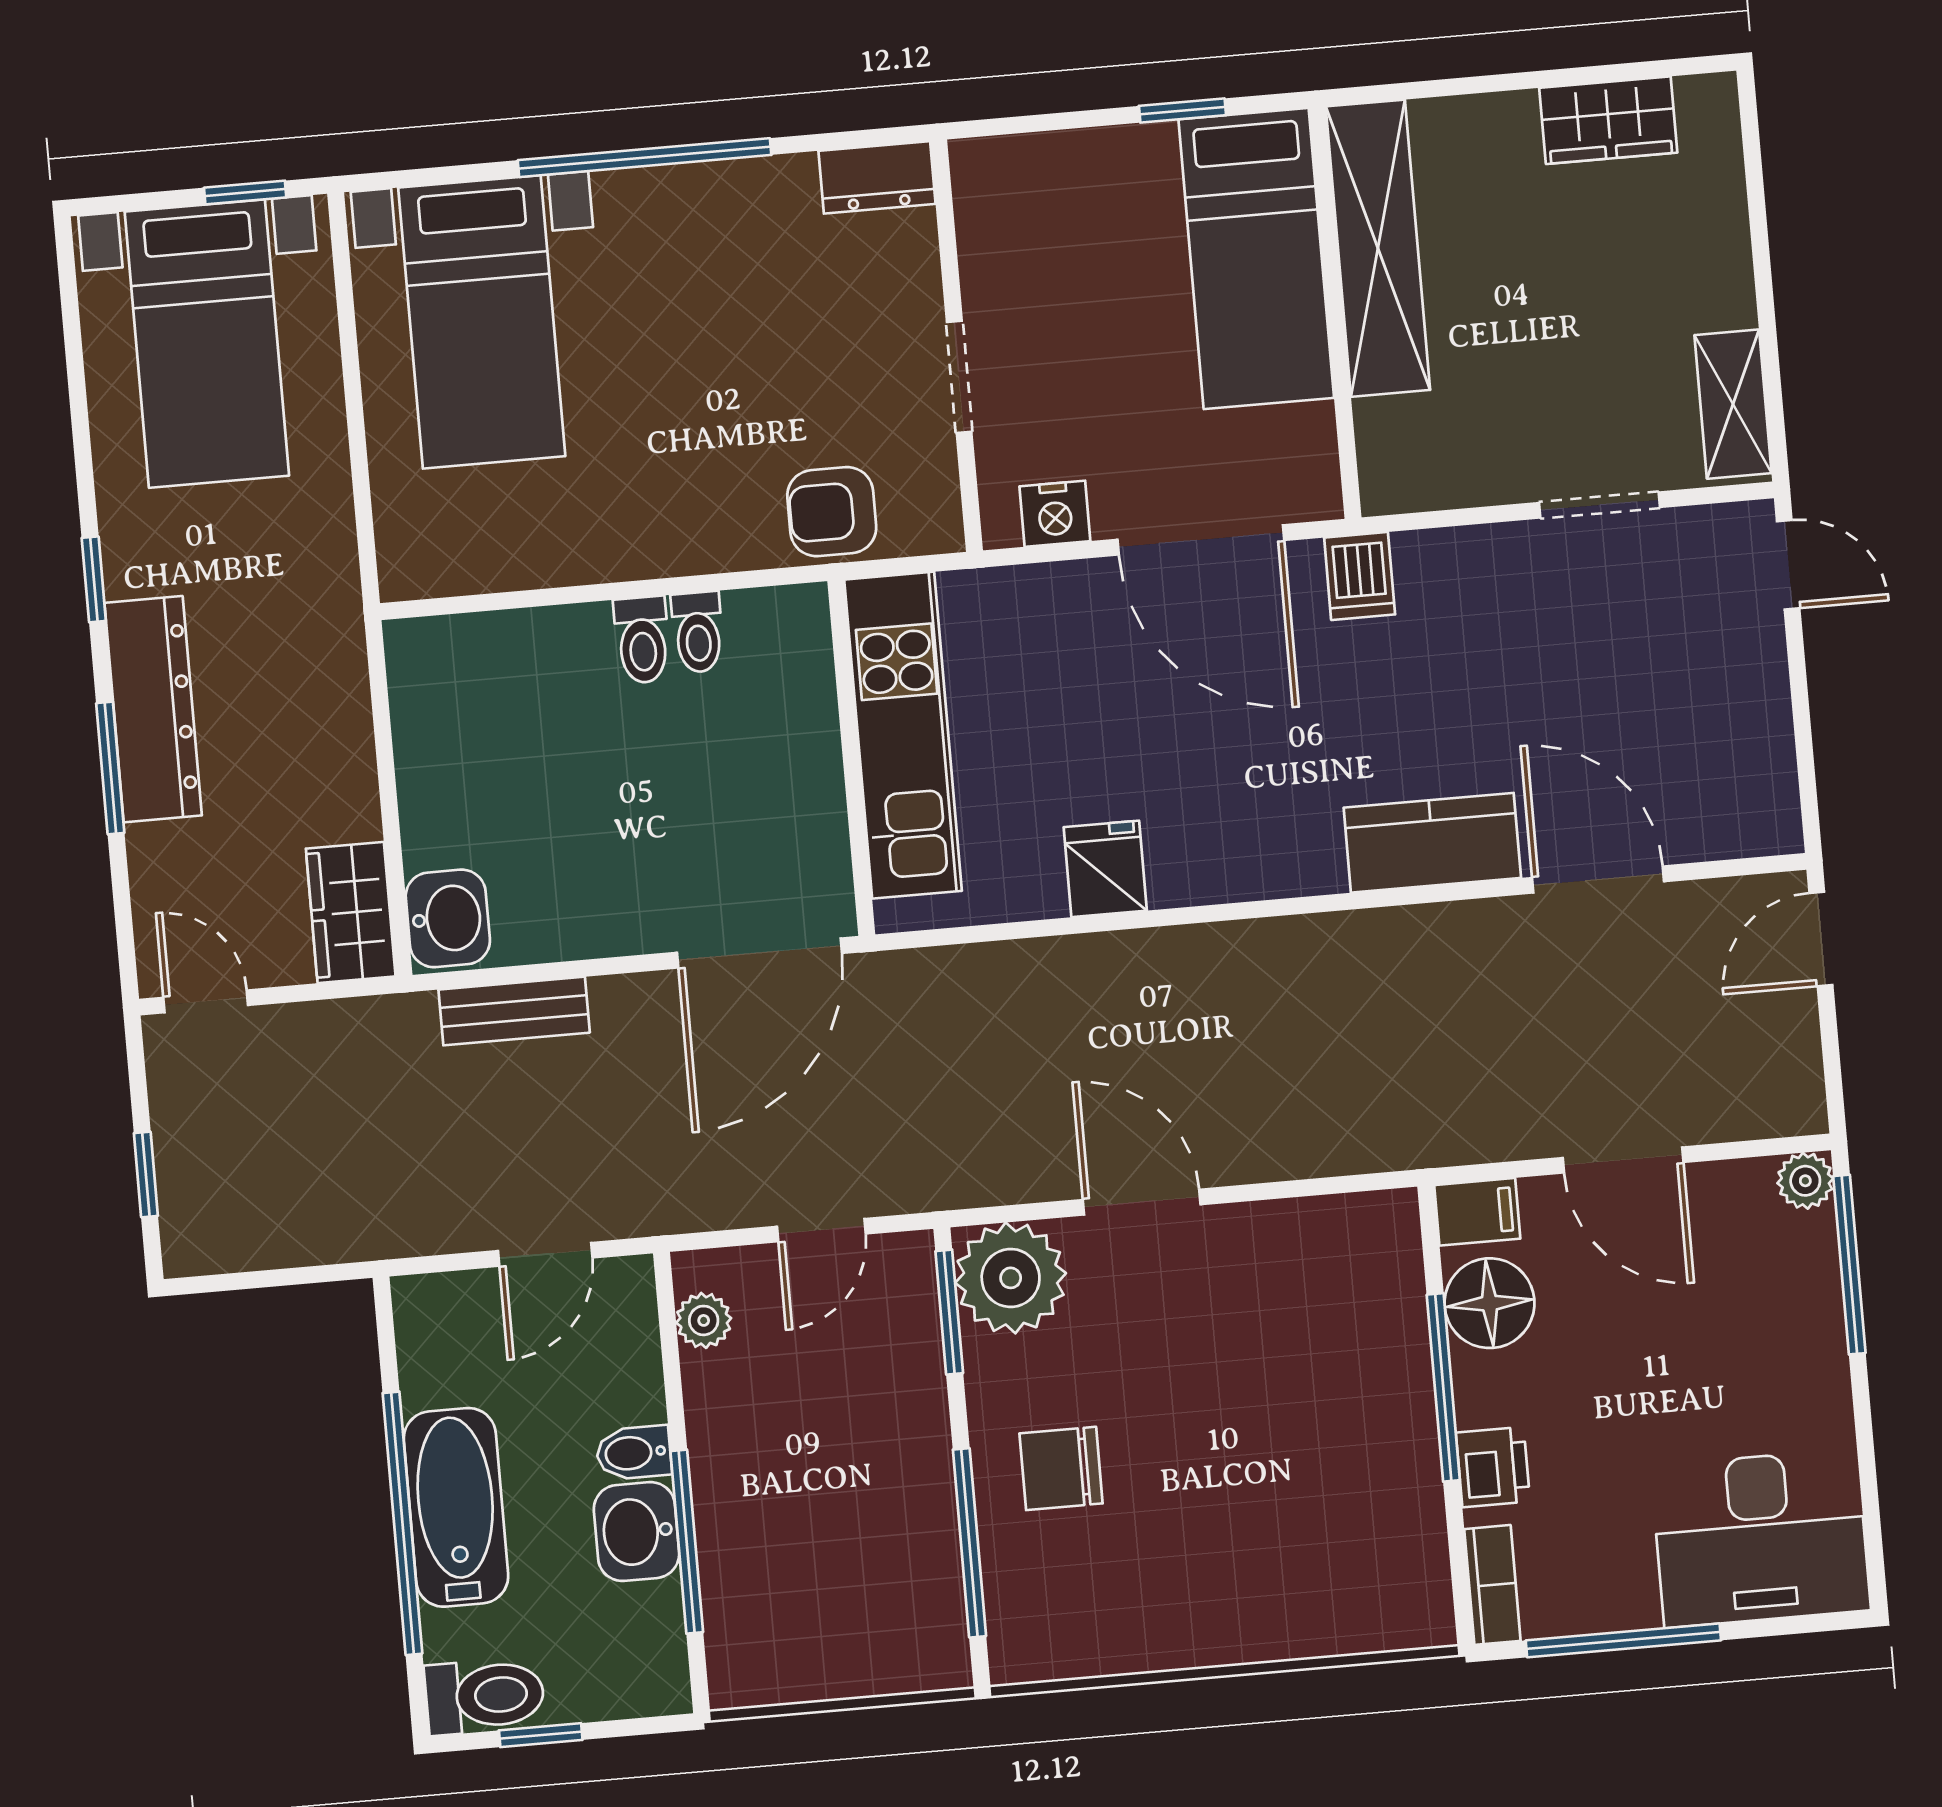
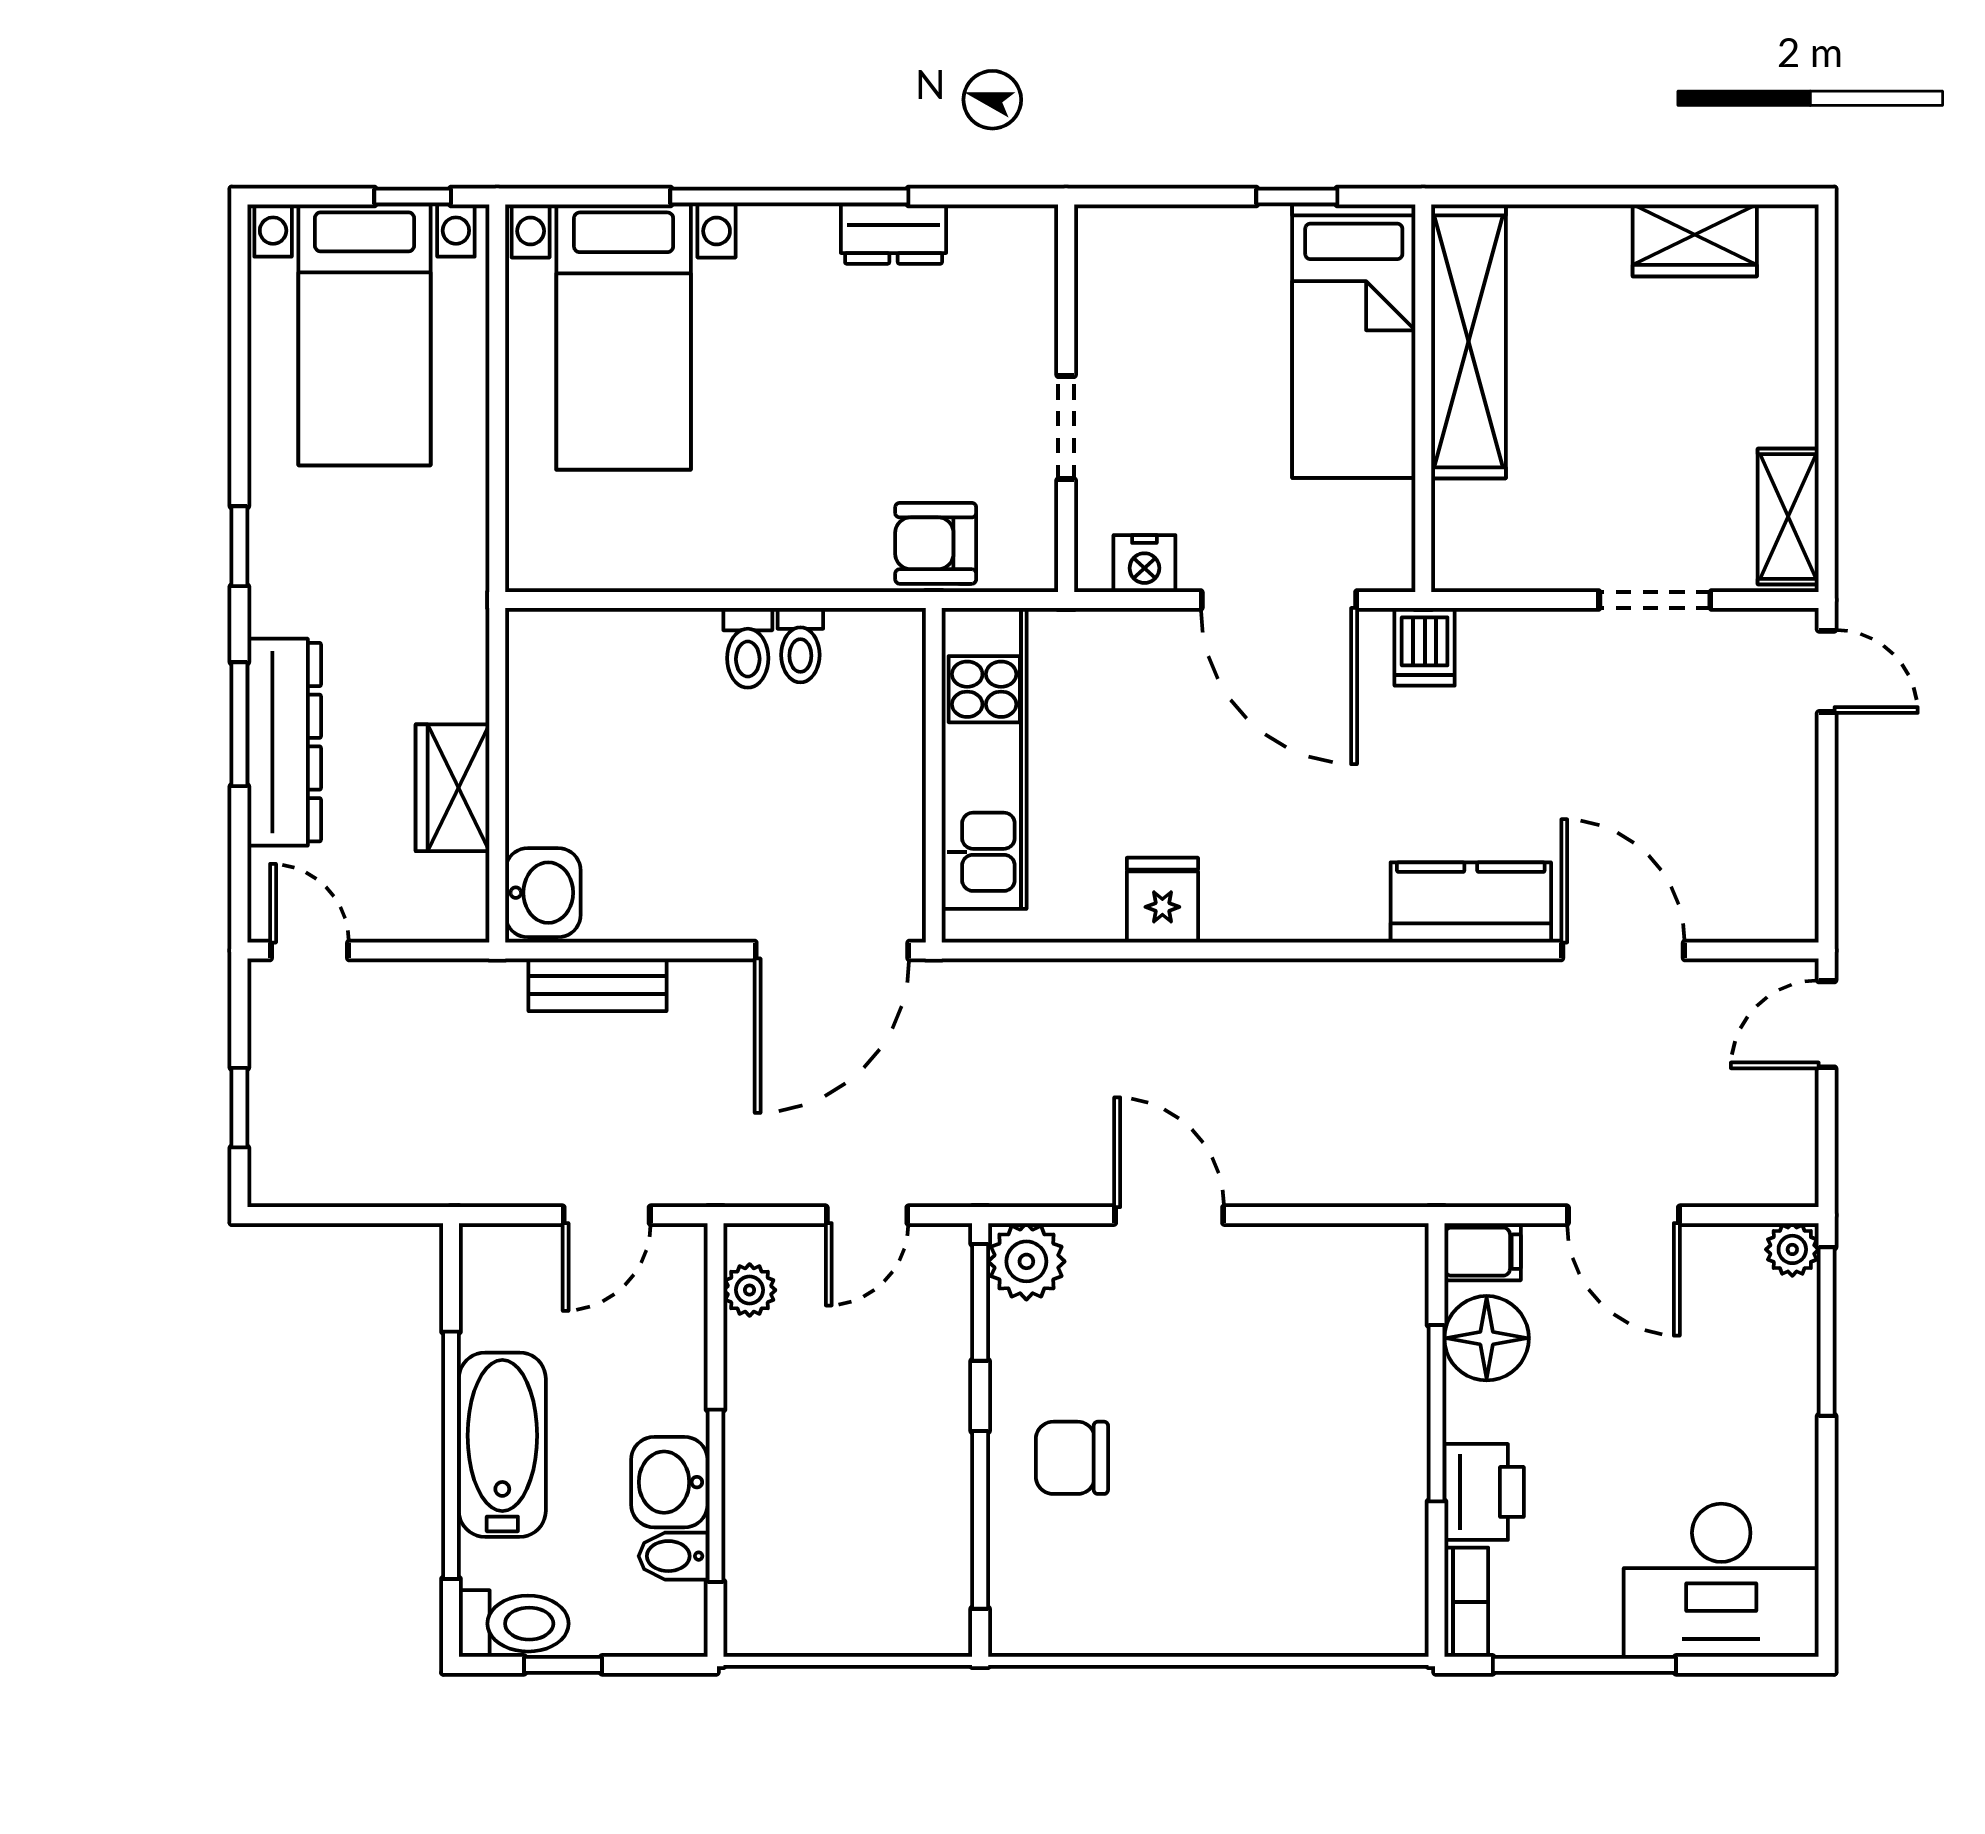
dresser: (877, 177) -> (894, 234), moved
dresser: (153, 709) -> (284, 742), moved
wardrobe: (351, 912) -> (453, 788), moved
plant: (1011, 1278) -> (1026, 1261), width x0.73, depth x0.73
bidet: (634, 1453) -> (673, 1556), moved
printer: (1493, 1467) -> (1484, 1492), width x1.36, depth x1.24

